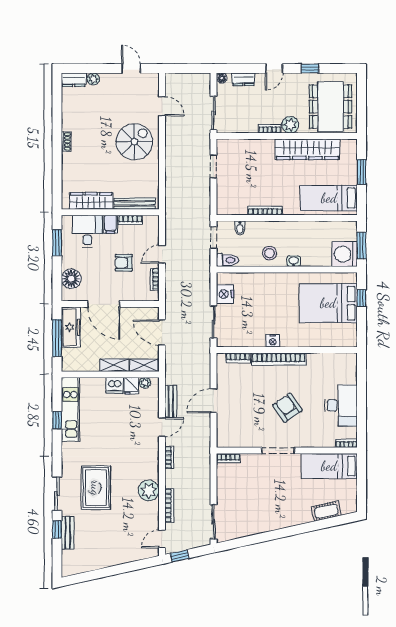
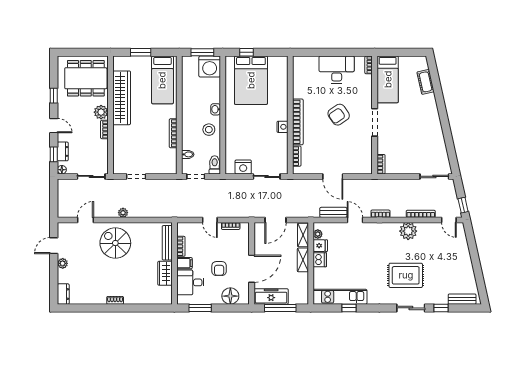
window: (240, 69) -> (54, 154), added
plant: (93, 79) -> (63, 263), moved
plant: (170, 151) -> (123, 213), added
wardrobe: (91, 201) -> (165, 273), width x0.67
armchair: (124, 263) -> (219, 269), moved
bench: (68, 533) -> (462, 299), moved

